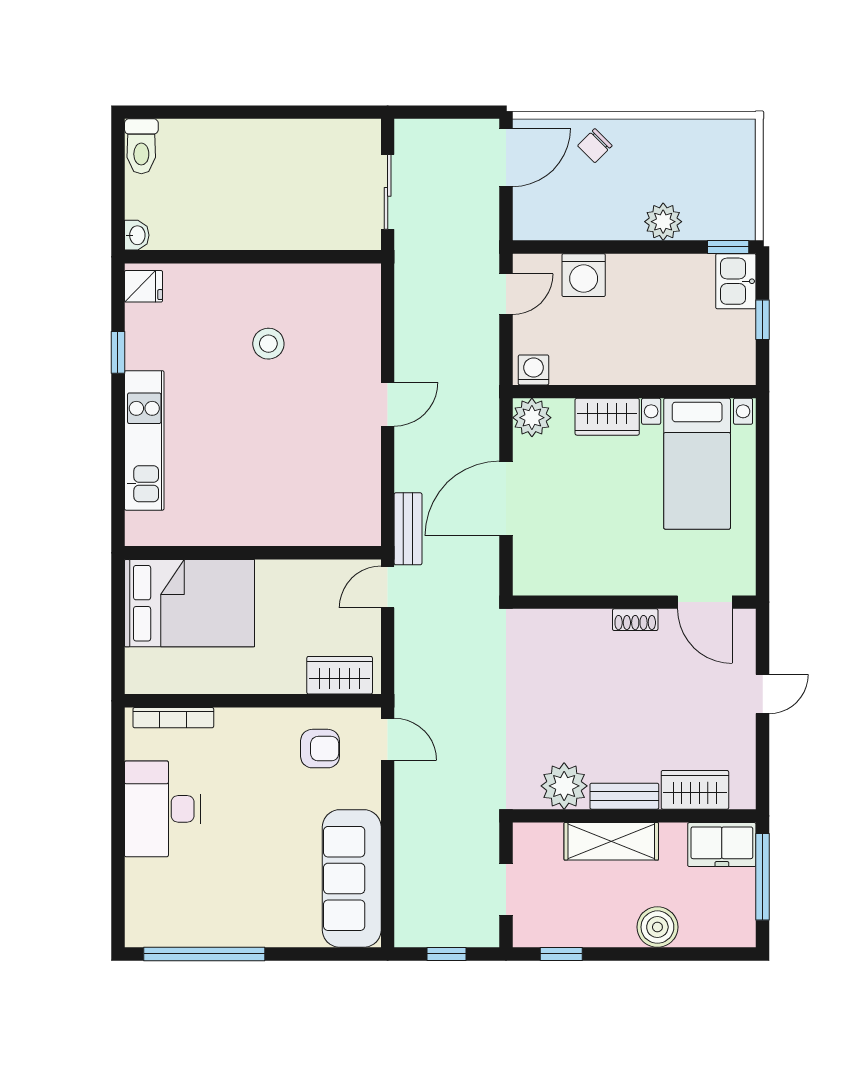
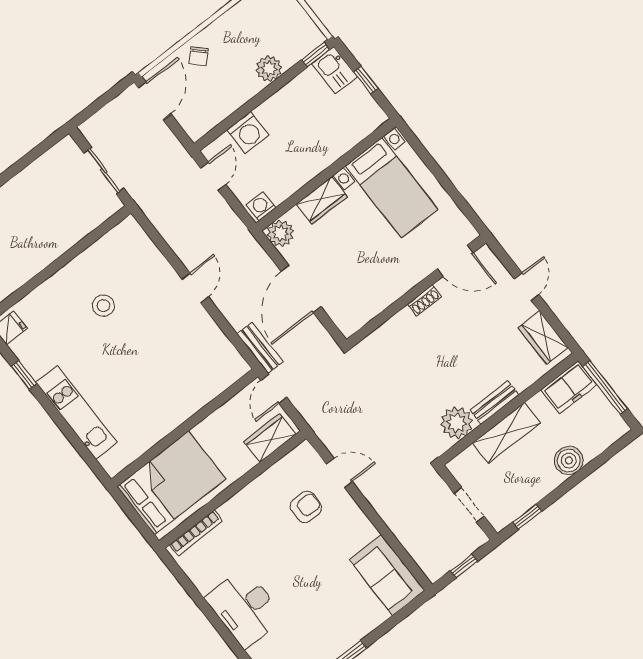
wardrobe: (340, 675) -> (270, 438), moved
wall: (253, 701) -> (233, 489), moved
bookcase: (173, 718) -> (196, 533), moved
wardrobe: (695, 790) -> (543, 338), moved, turned -90
sofa: (352, 878) -> (387, 575), width x0.73

